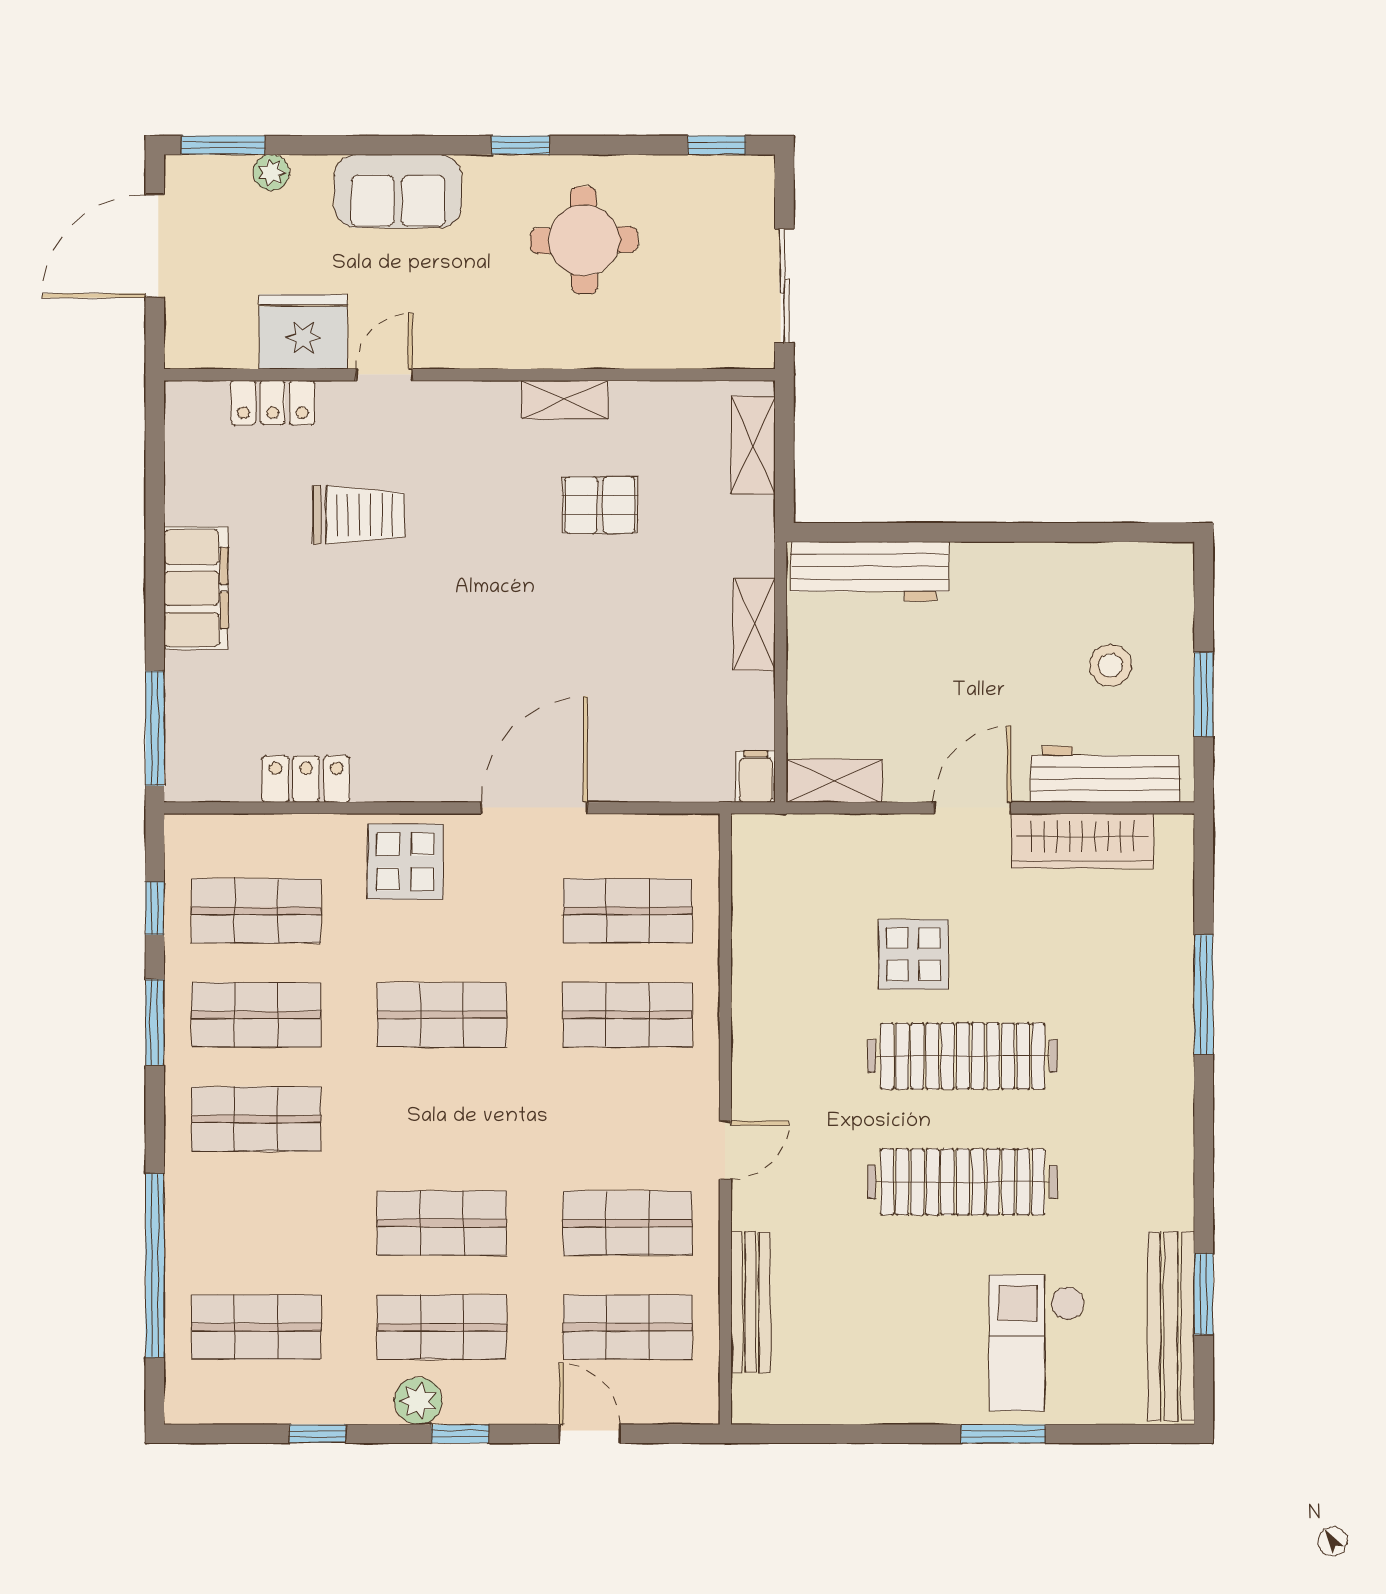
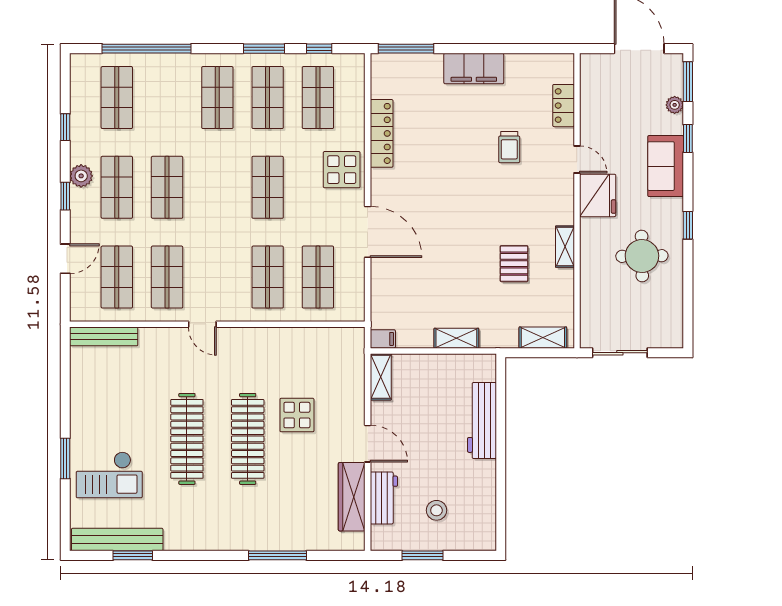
window: (717, 145) -> (688, 138), moved
fridge: (303, 332) -> (598, 195), moved
trolley: (359, 515) -> (509, 147), width x0.73, depth x0.72
workbench: (870, 571) -> (482, 421), moved
workbench: (1105, 774) -> (384, 498), width x0.73
locker: (306, 779) -> (382, 133), width x1.53
bench: (751, 1302) -> (104, 336), moved
checkout: (1037, 1343) -> (109, 475), turned 180

